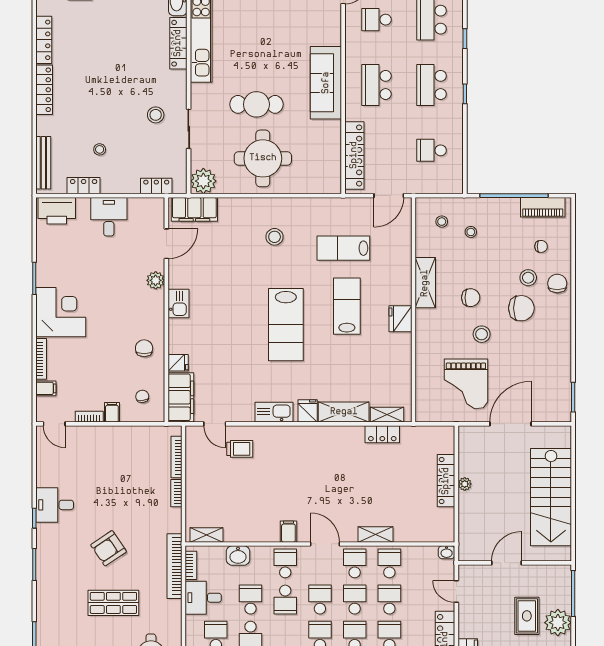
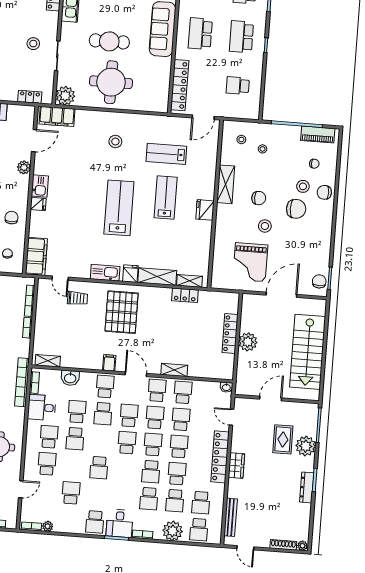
chair: (557, 284) -> (324, 192), turned -90
lab bench: (286, 325) -> (119, 208), turned 180
fridge: (178, 363) -> (38, 204), moved
chair: (559, 402) -> (319, 281), added
pallet: (300, 463) -> (122, 312), added
plant: (465, 484) -> (248, 342), width x1.88, depth x1.88

